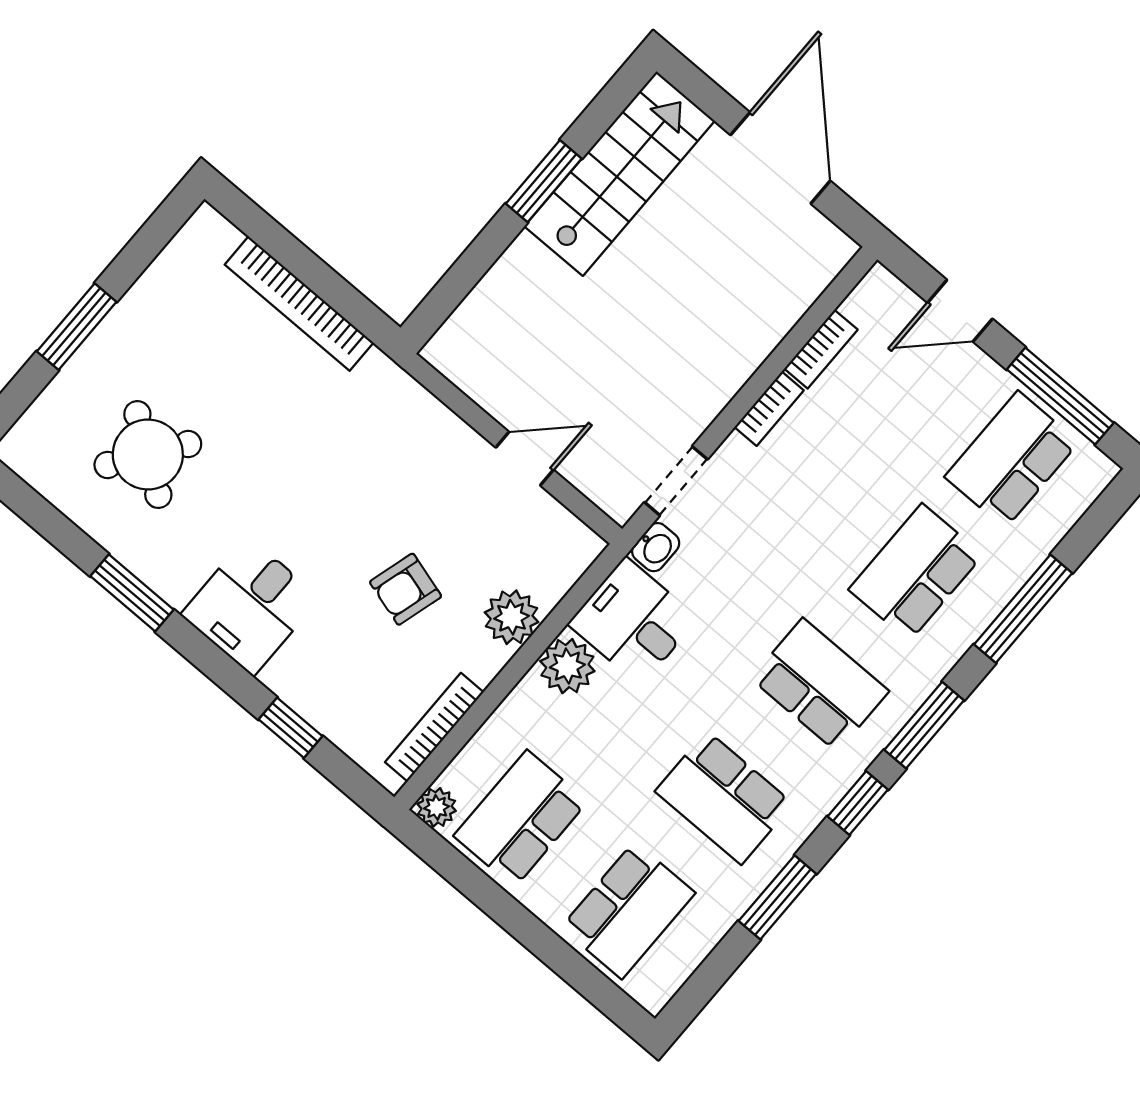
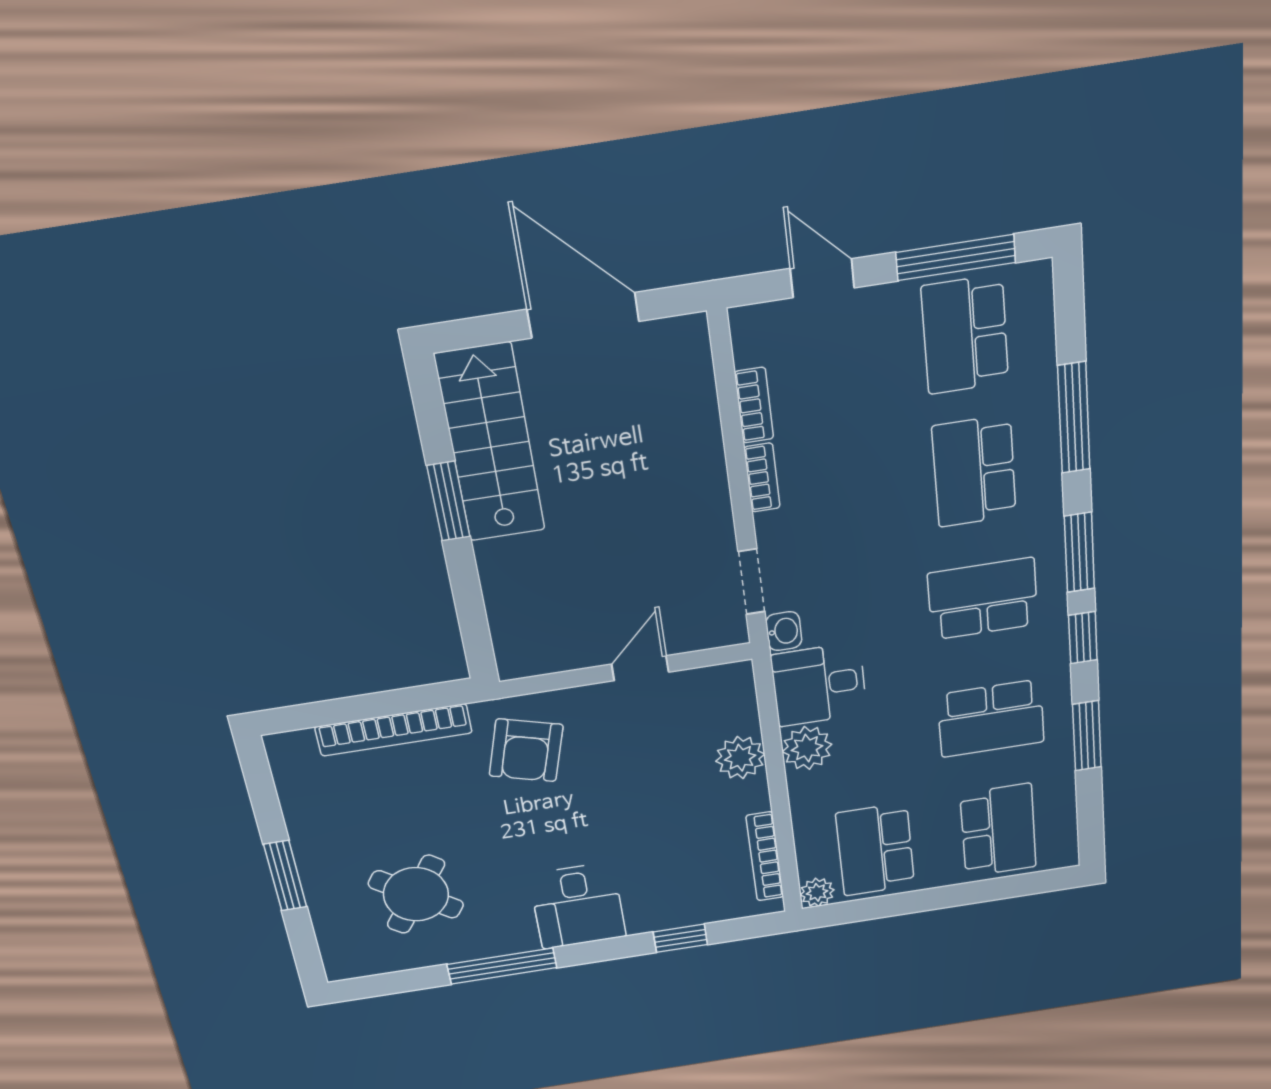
door: (960, 311) -> (822, 278), swing flipped
armchair: (406, 589) -> (526, 750), moved, width x1.38, depth x1.38
window: (132, 593) -> (502, 966), width x1.44

